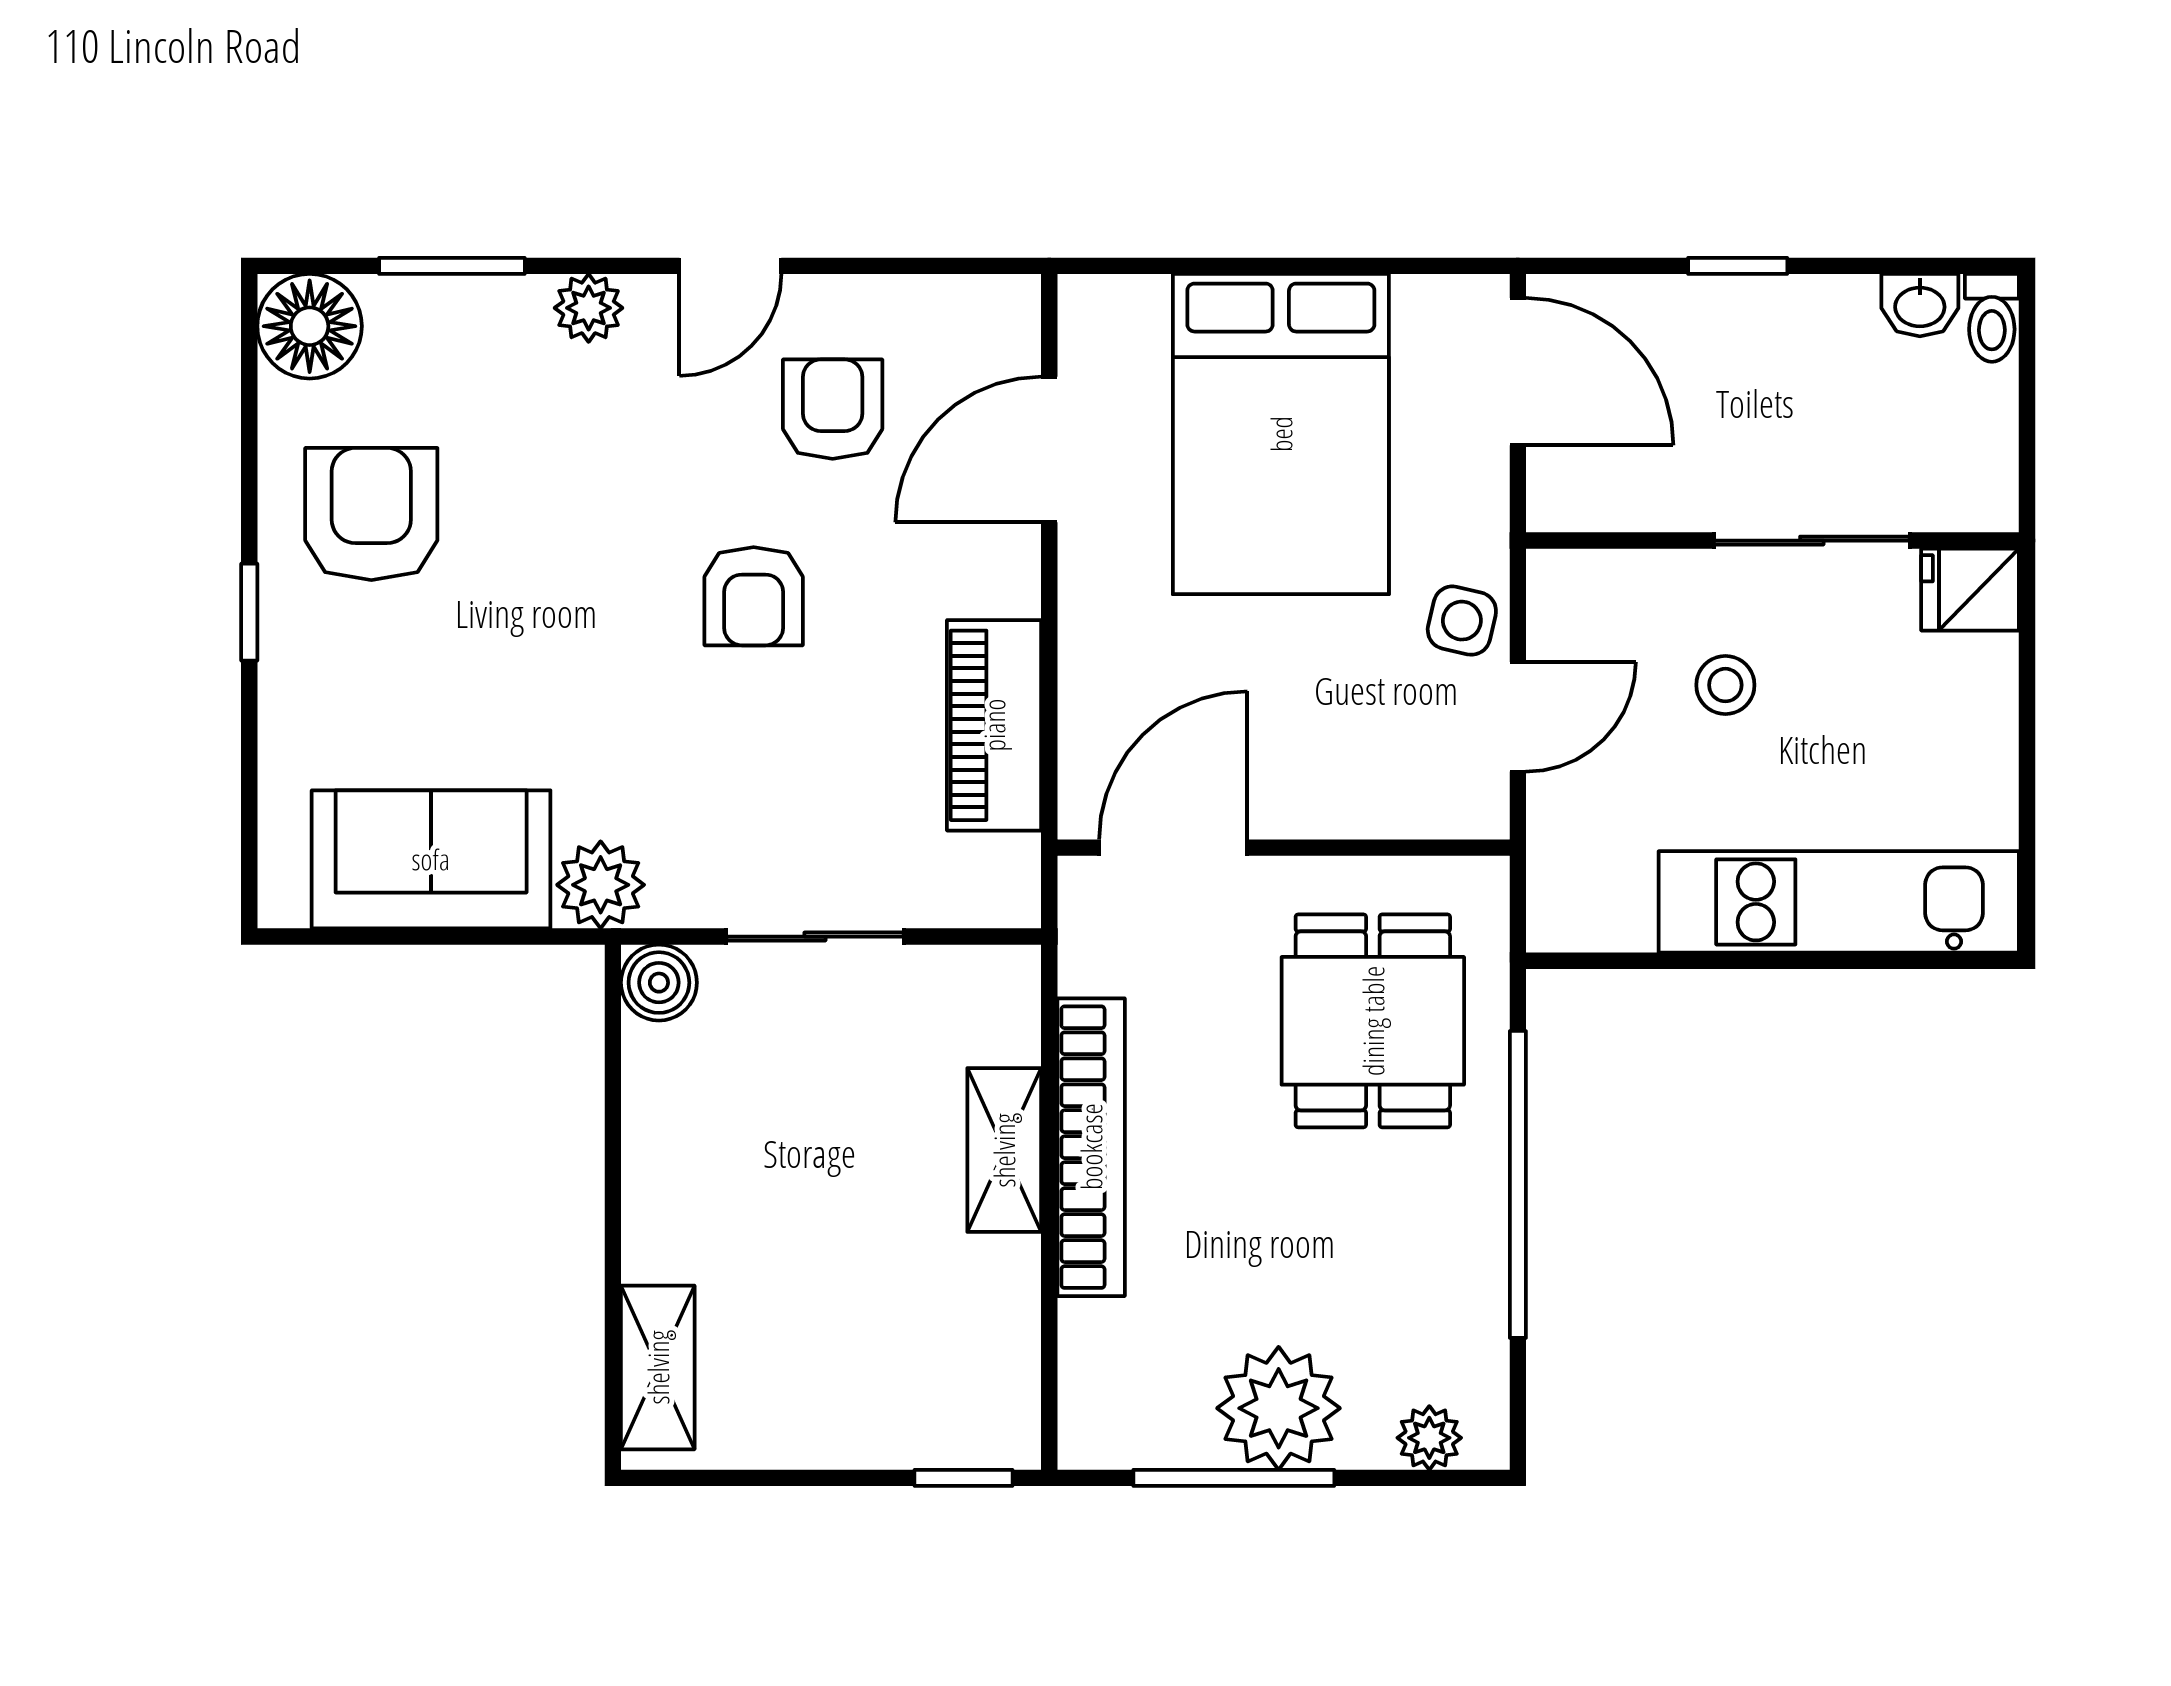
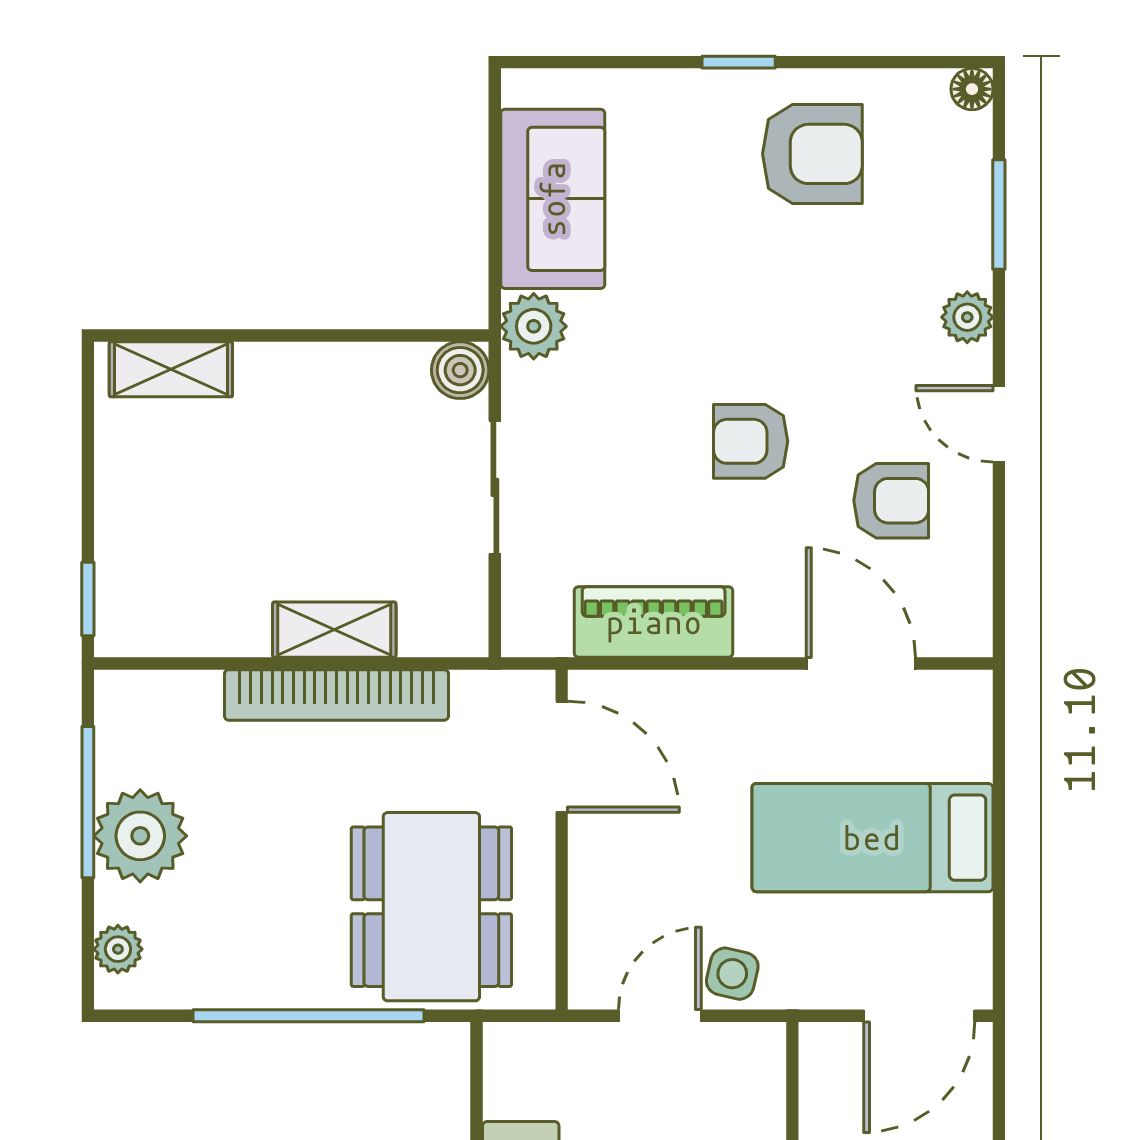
floor lamp: (310, 326) -> (972, 89), width x0.53, depth x0.53
bed: (1281, 434) -> (872, 838), width x0.67
door: (1518, 717) -> (660, 1016), swing flipped
dining table: (1373, 1021) -> (431, 907), width x1.38

